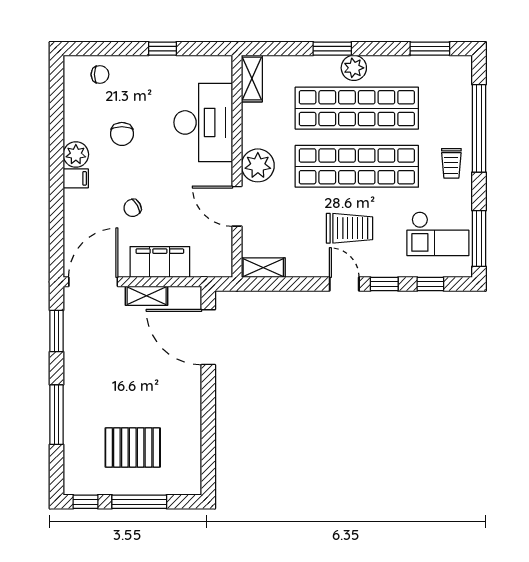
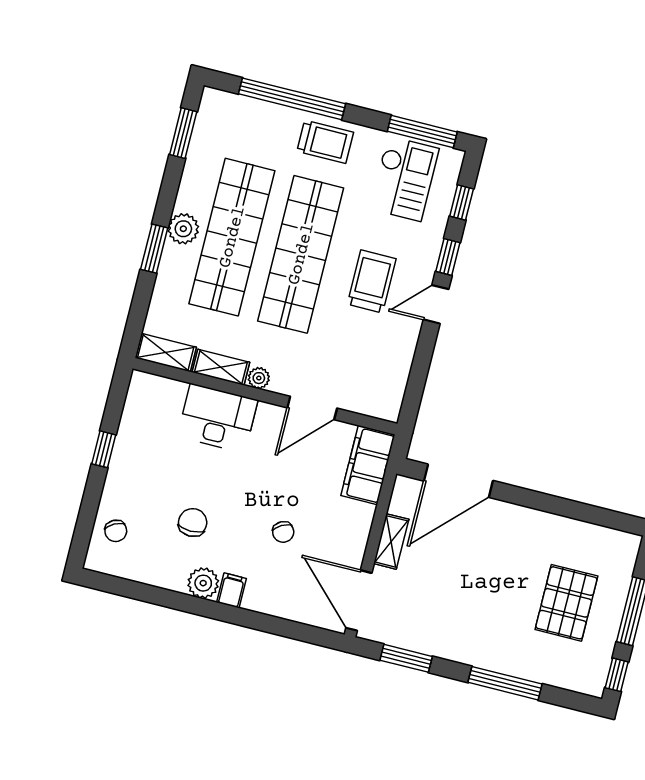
chair: (100, 74) -> (116, 531), turned 152
desk: (203, 122) -> (218, 418), width x0.73, depth x0.77
chair: (122, 134) -> (193, 522), turned -90
trolley: (451, 163) -> (325, 142), width x1.36, depth x1.39
plant: (258, 165) -> (259, 378), width x0.53, depth x0.53
filing cabinet: (160, 262) -> (368, 465), moved
shelving: (263, 268) -> (221, 367), moved, turned 90

